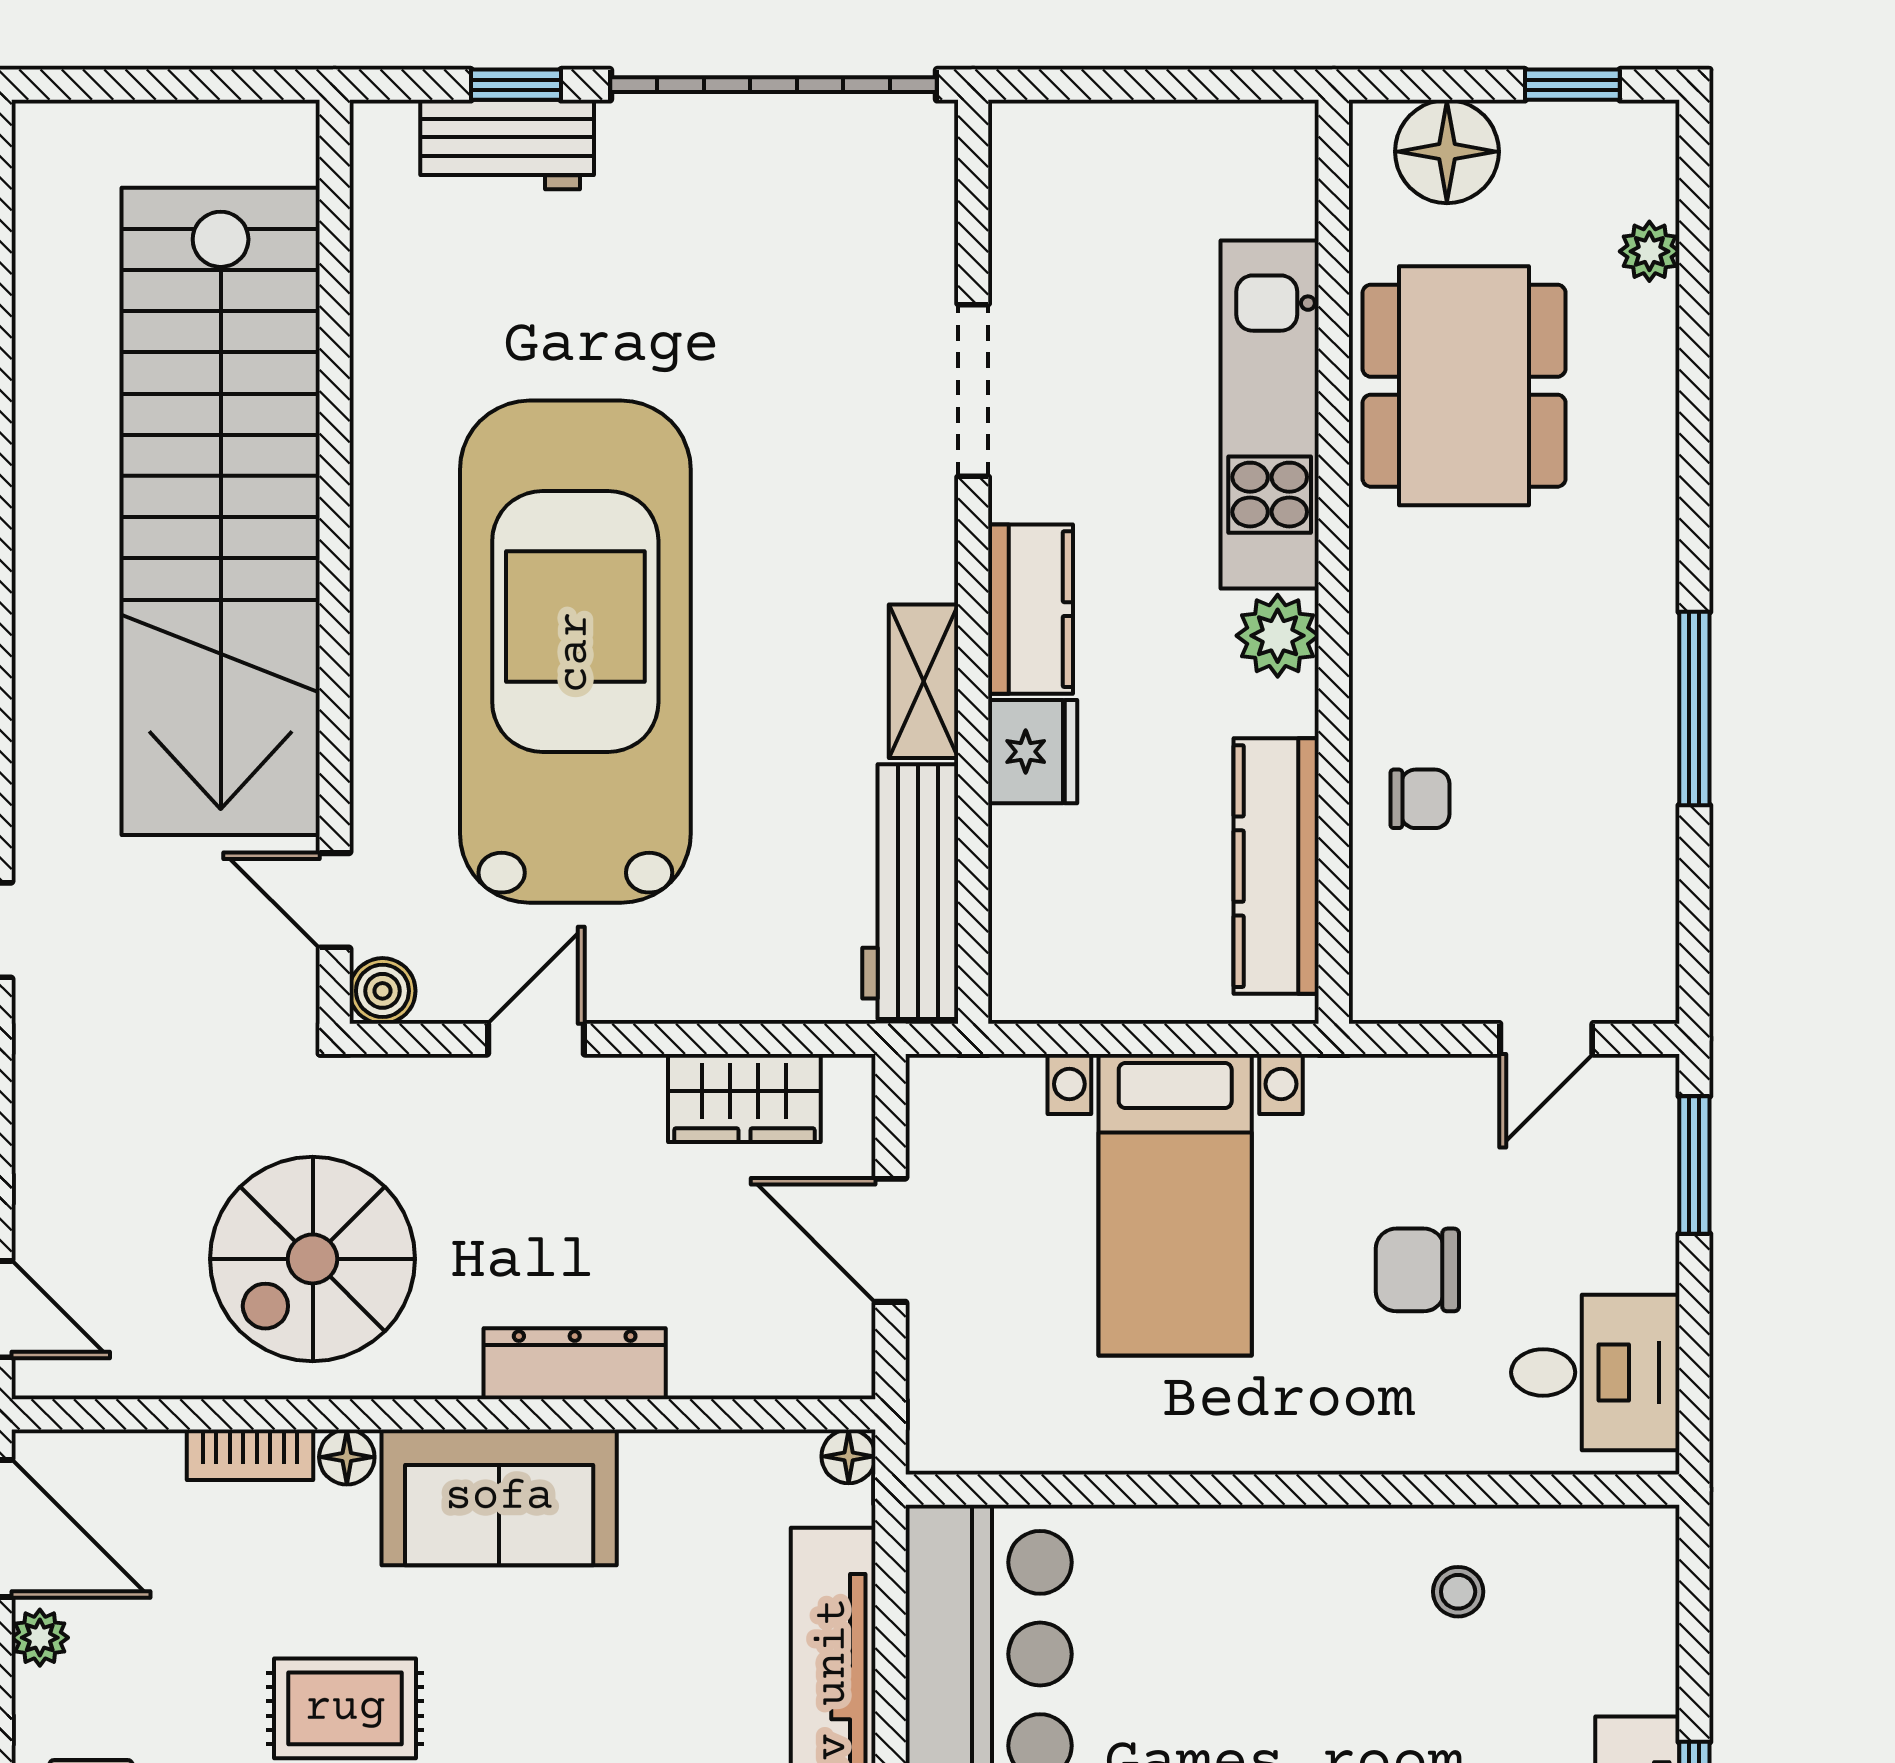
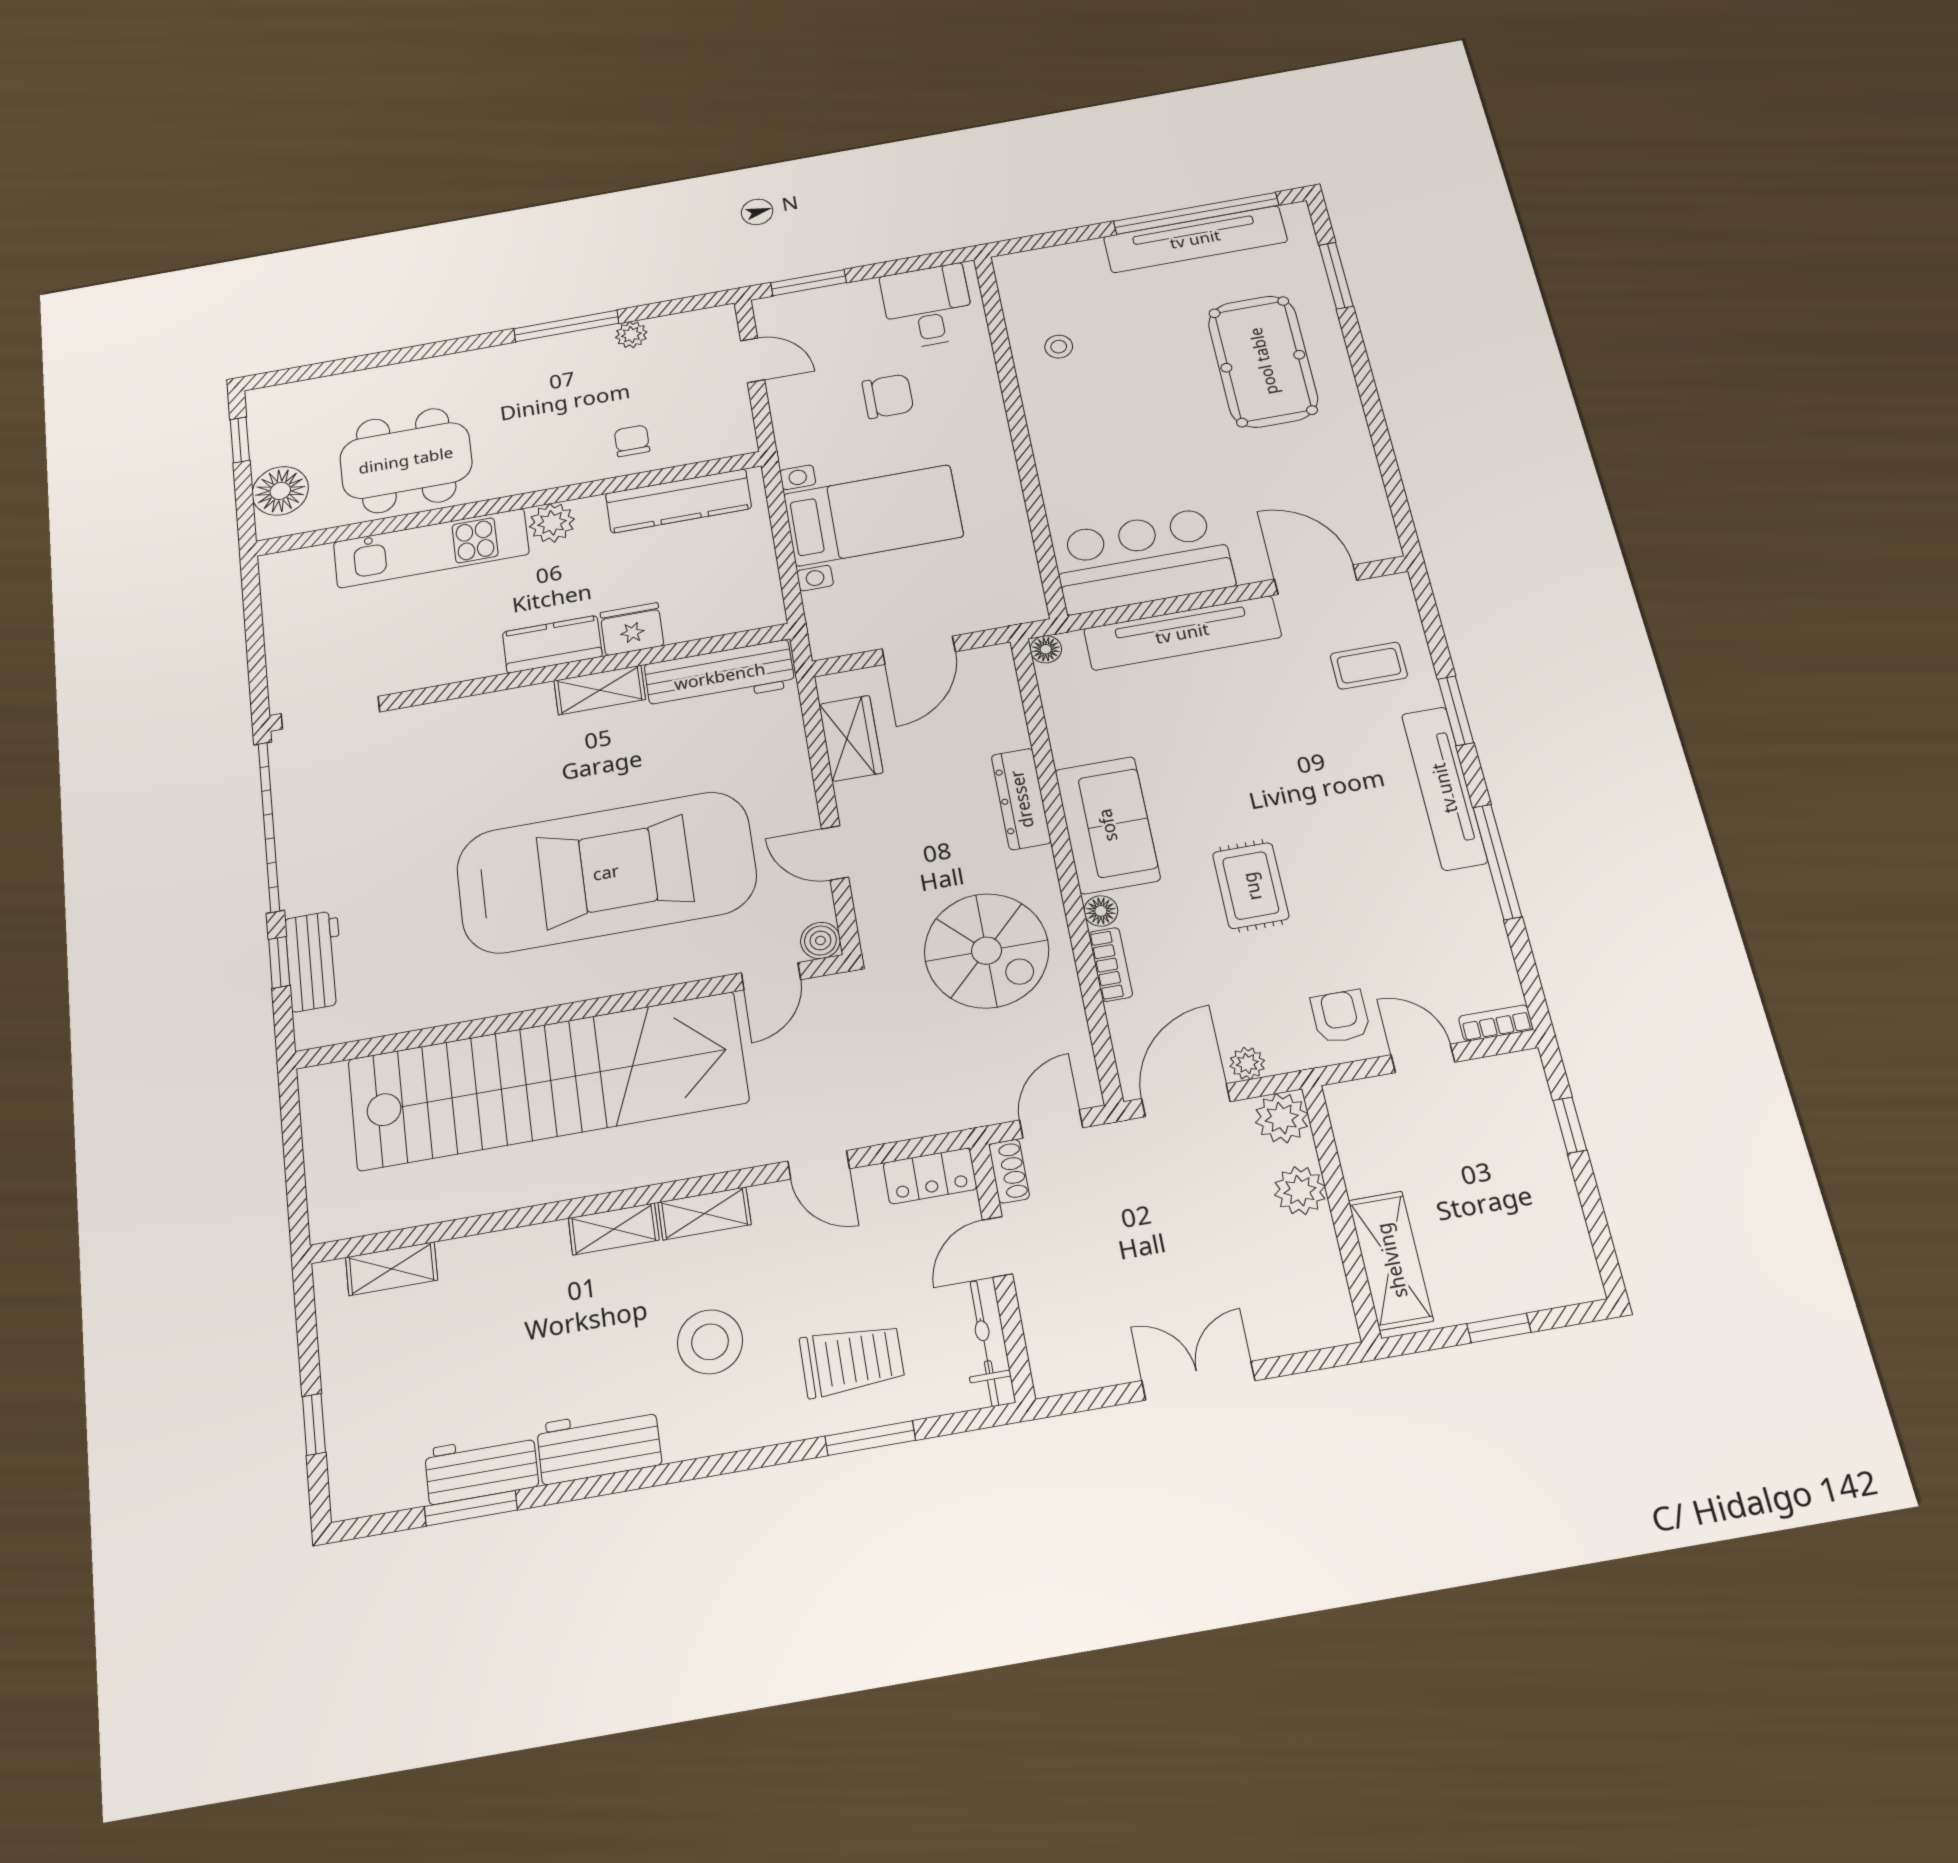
plant: (1649, 251) -> (631, 335), moved
doorway: (973, 390) -> (330, 713), moved
car: (575, 652) -> (606, 872), turned 180
chair: (1417, 1270) -> (888, 396), turned -90

